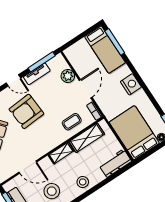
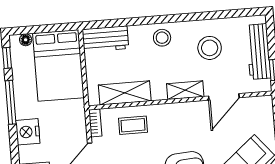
window: (150, 96) -> (11, 102), added
shelving: (61, 153) -> (185, 90), moved
door: (28, 167) -> (224, 97), swing flipped

